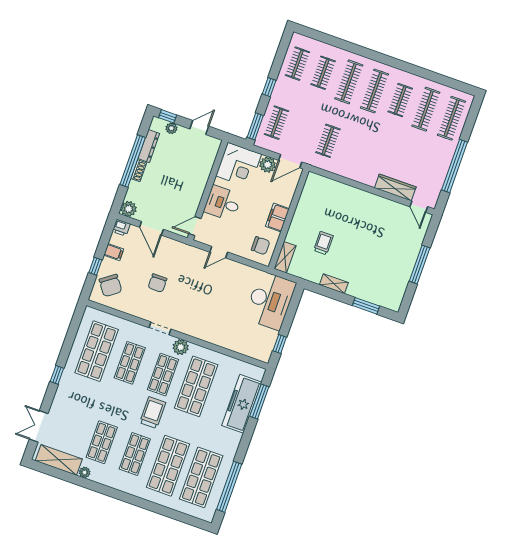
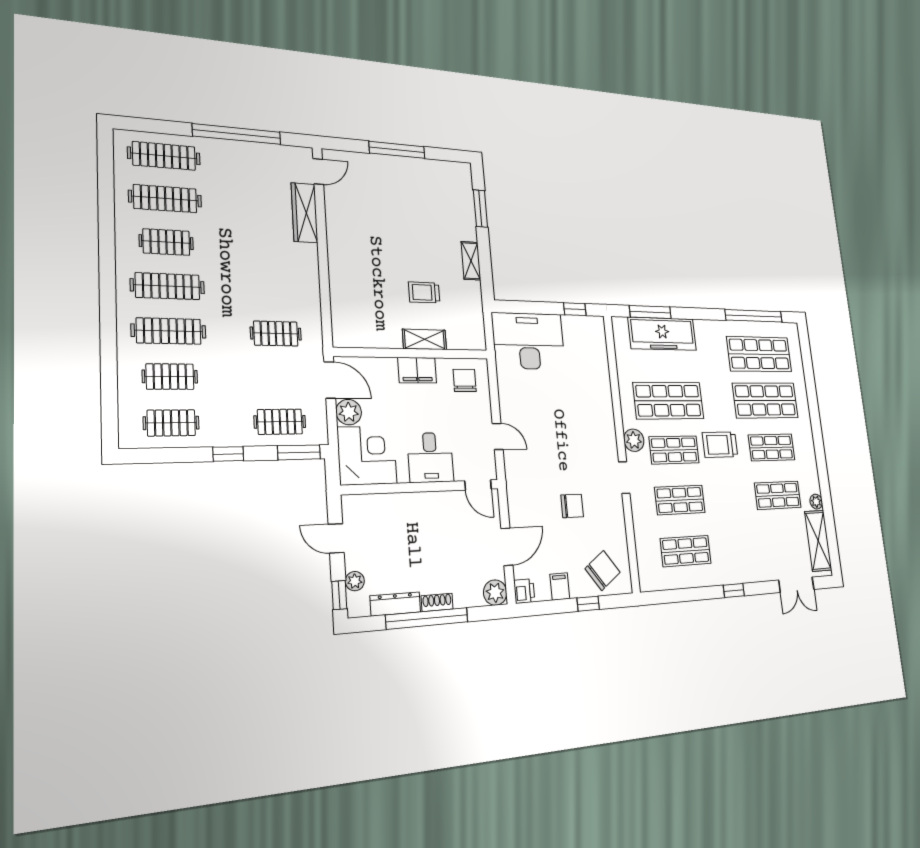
shelving: (285, 257) -> (425, 339), moved
shop shelf: (97, 351) -> (686, 551), width x0.70, depth x0.74

